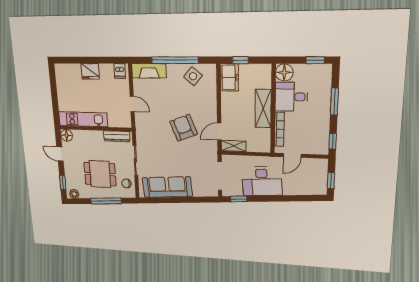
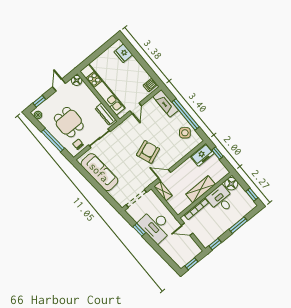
fridge: (90, 71) -> (123, 53), moved
kitchen unit: (83, 119) -> (103, 90), width x1.36
window: (239, 199) -> (139, 230), moved

